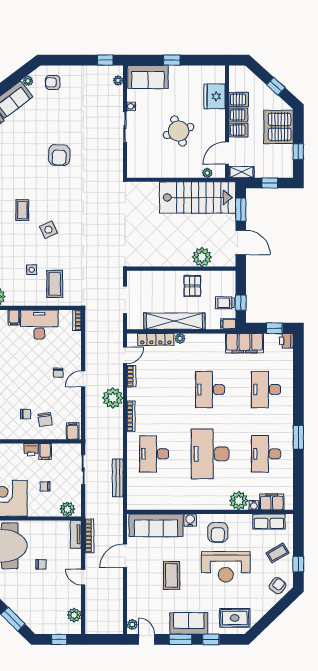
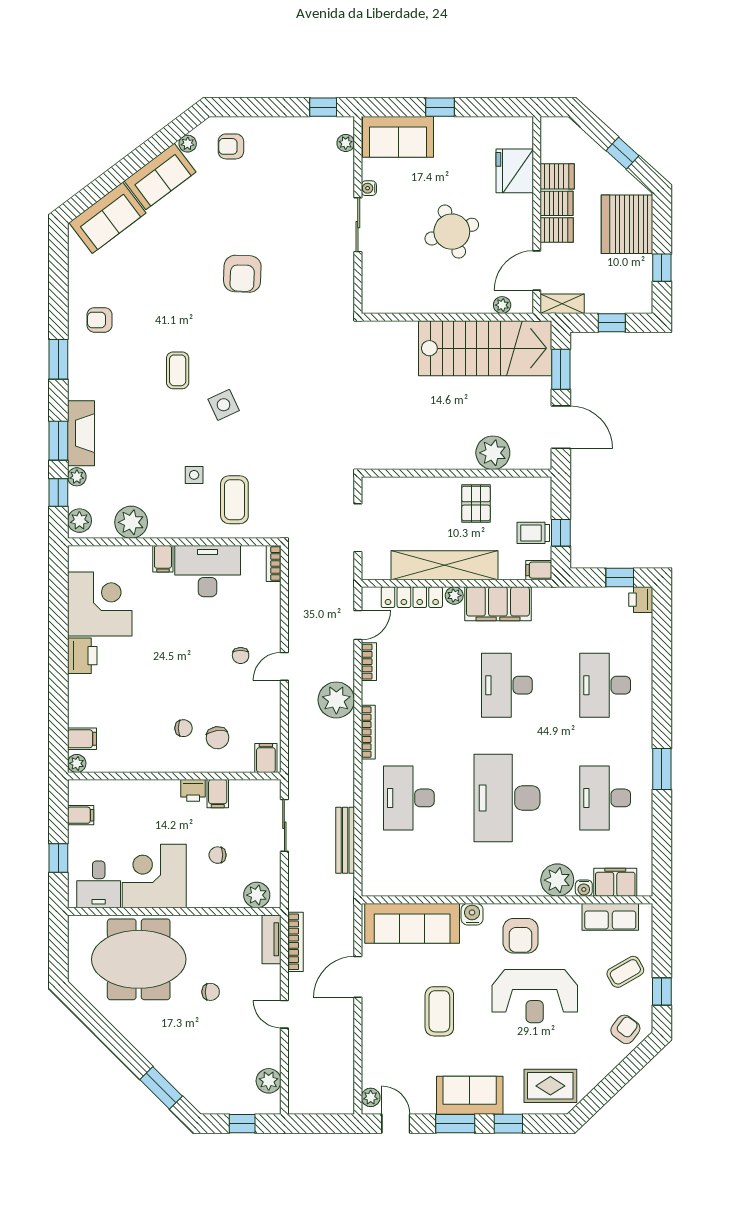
filing cabinet: (244, 343) -> (498, 604), moved

